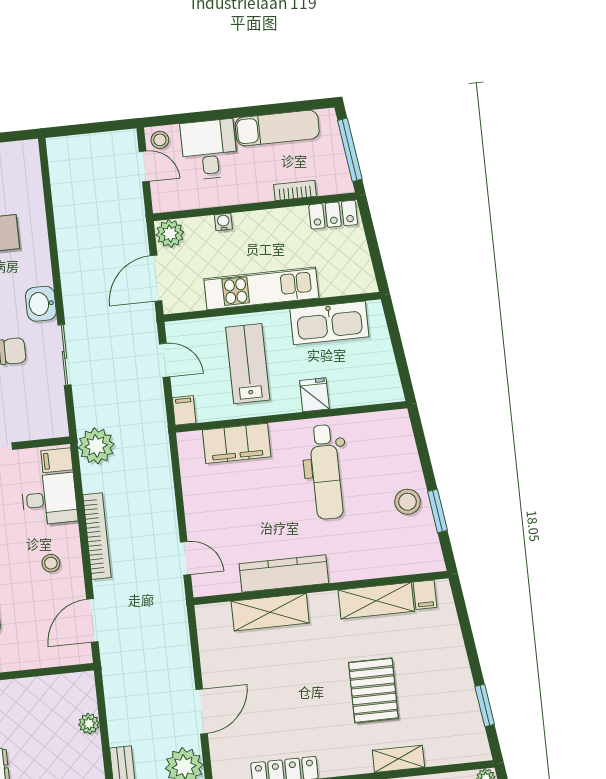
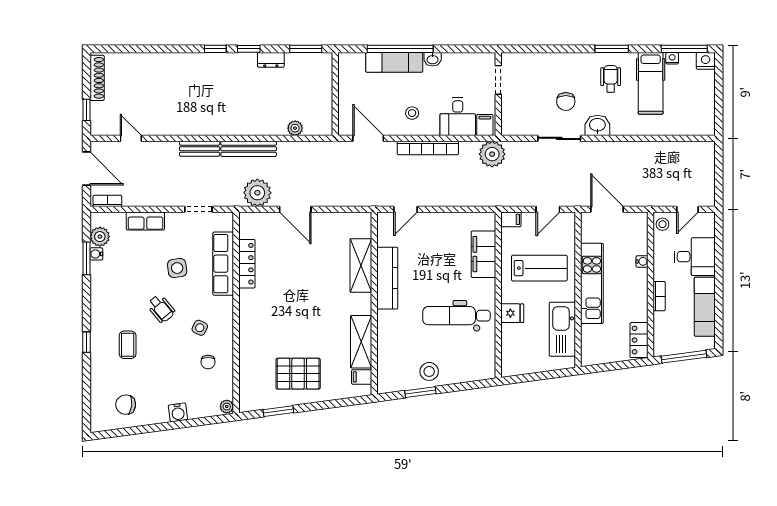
stool: (160, 140) -> (662, 224), moved
bookcase: (295, 190) -> (659, 296), moved
plant: (170, 234) -> (638, 222), removed
pallet: (373, 690) -> (298, 374), moved
shelving: (398, 759) -> (247, 346), removed

